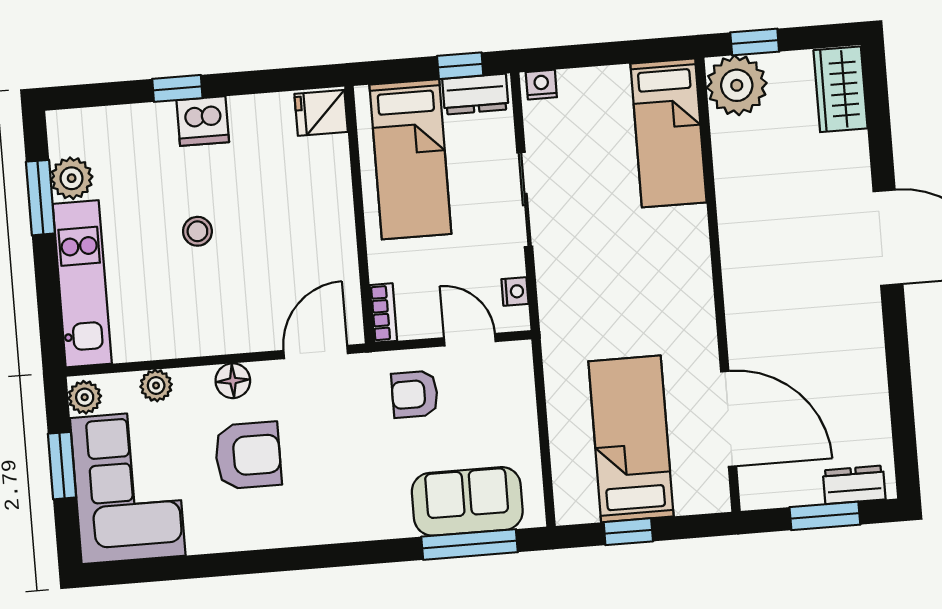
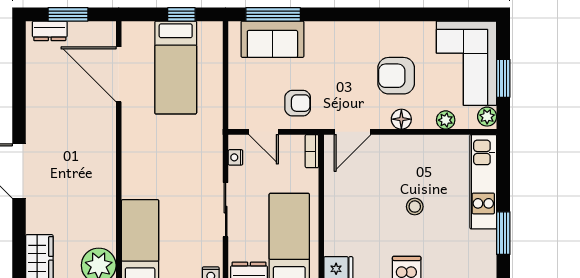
plant: (72, 178) -> (484, 243), removed

